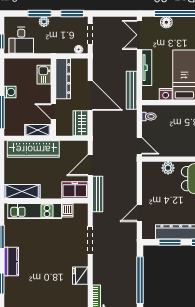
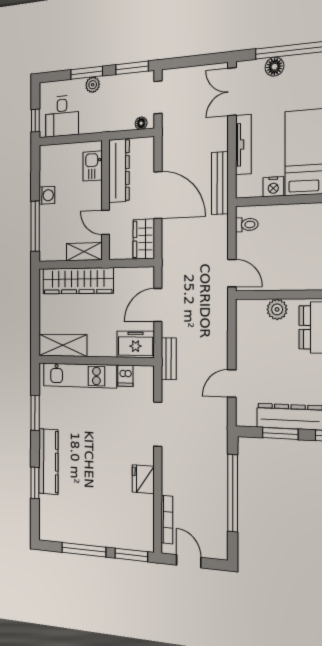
bench: (98, 194) -> (169, 359), width x0.73
kitchen counter: (11, 262) -> (48, 462), width x1.50

